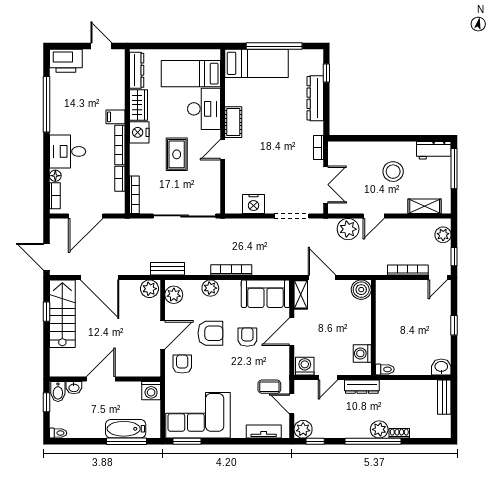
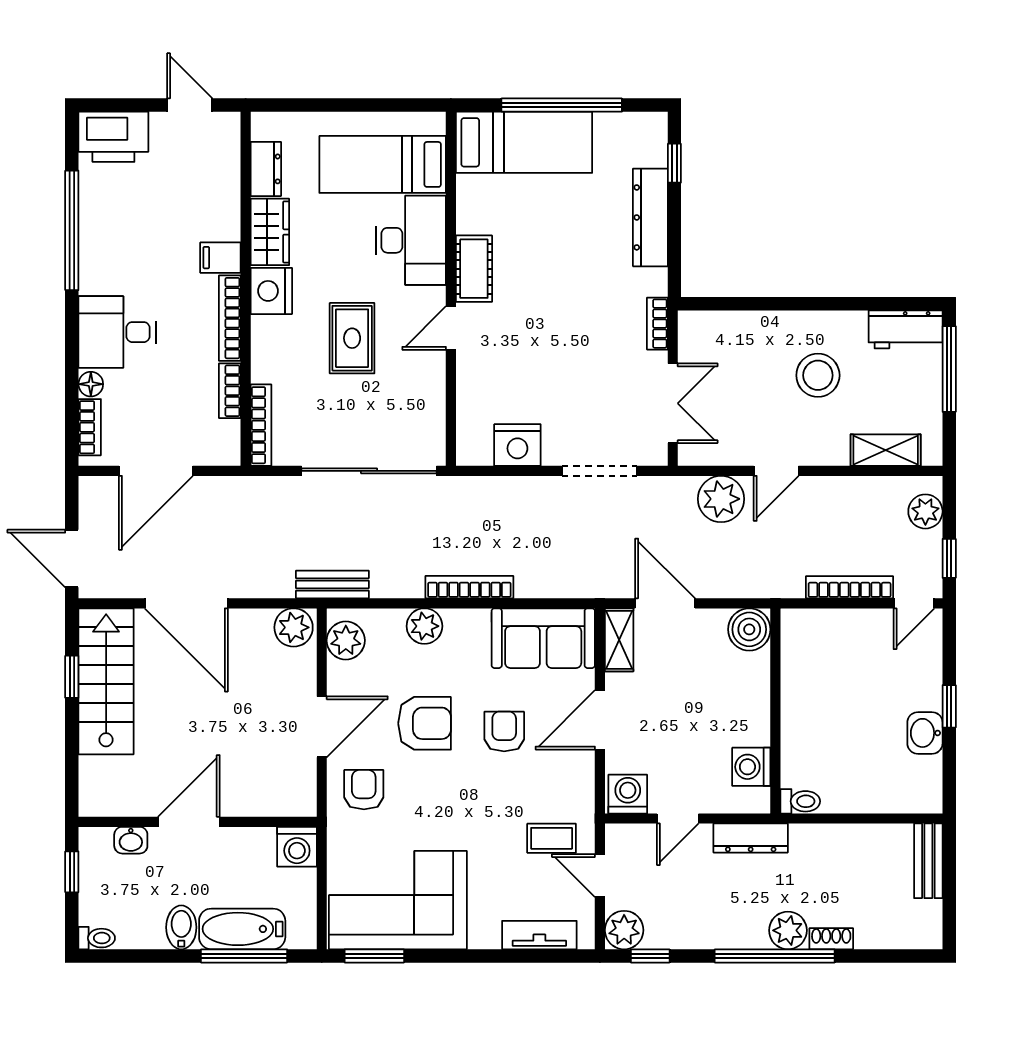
dresser: (137, 70) -> (266, 169), width x0.70
washbasin: (441, 367) -> (925, 733), moved, turned -90
bidet: (58, 391) -> (181, 927), moved, turned 180

